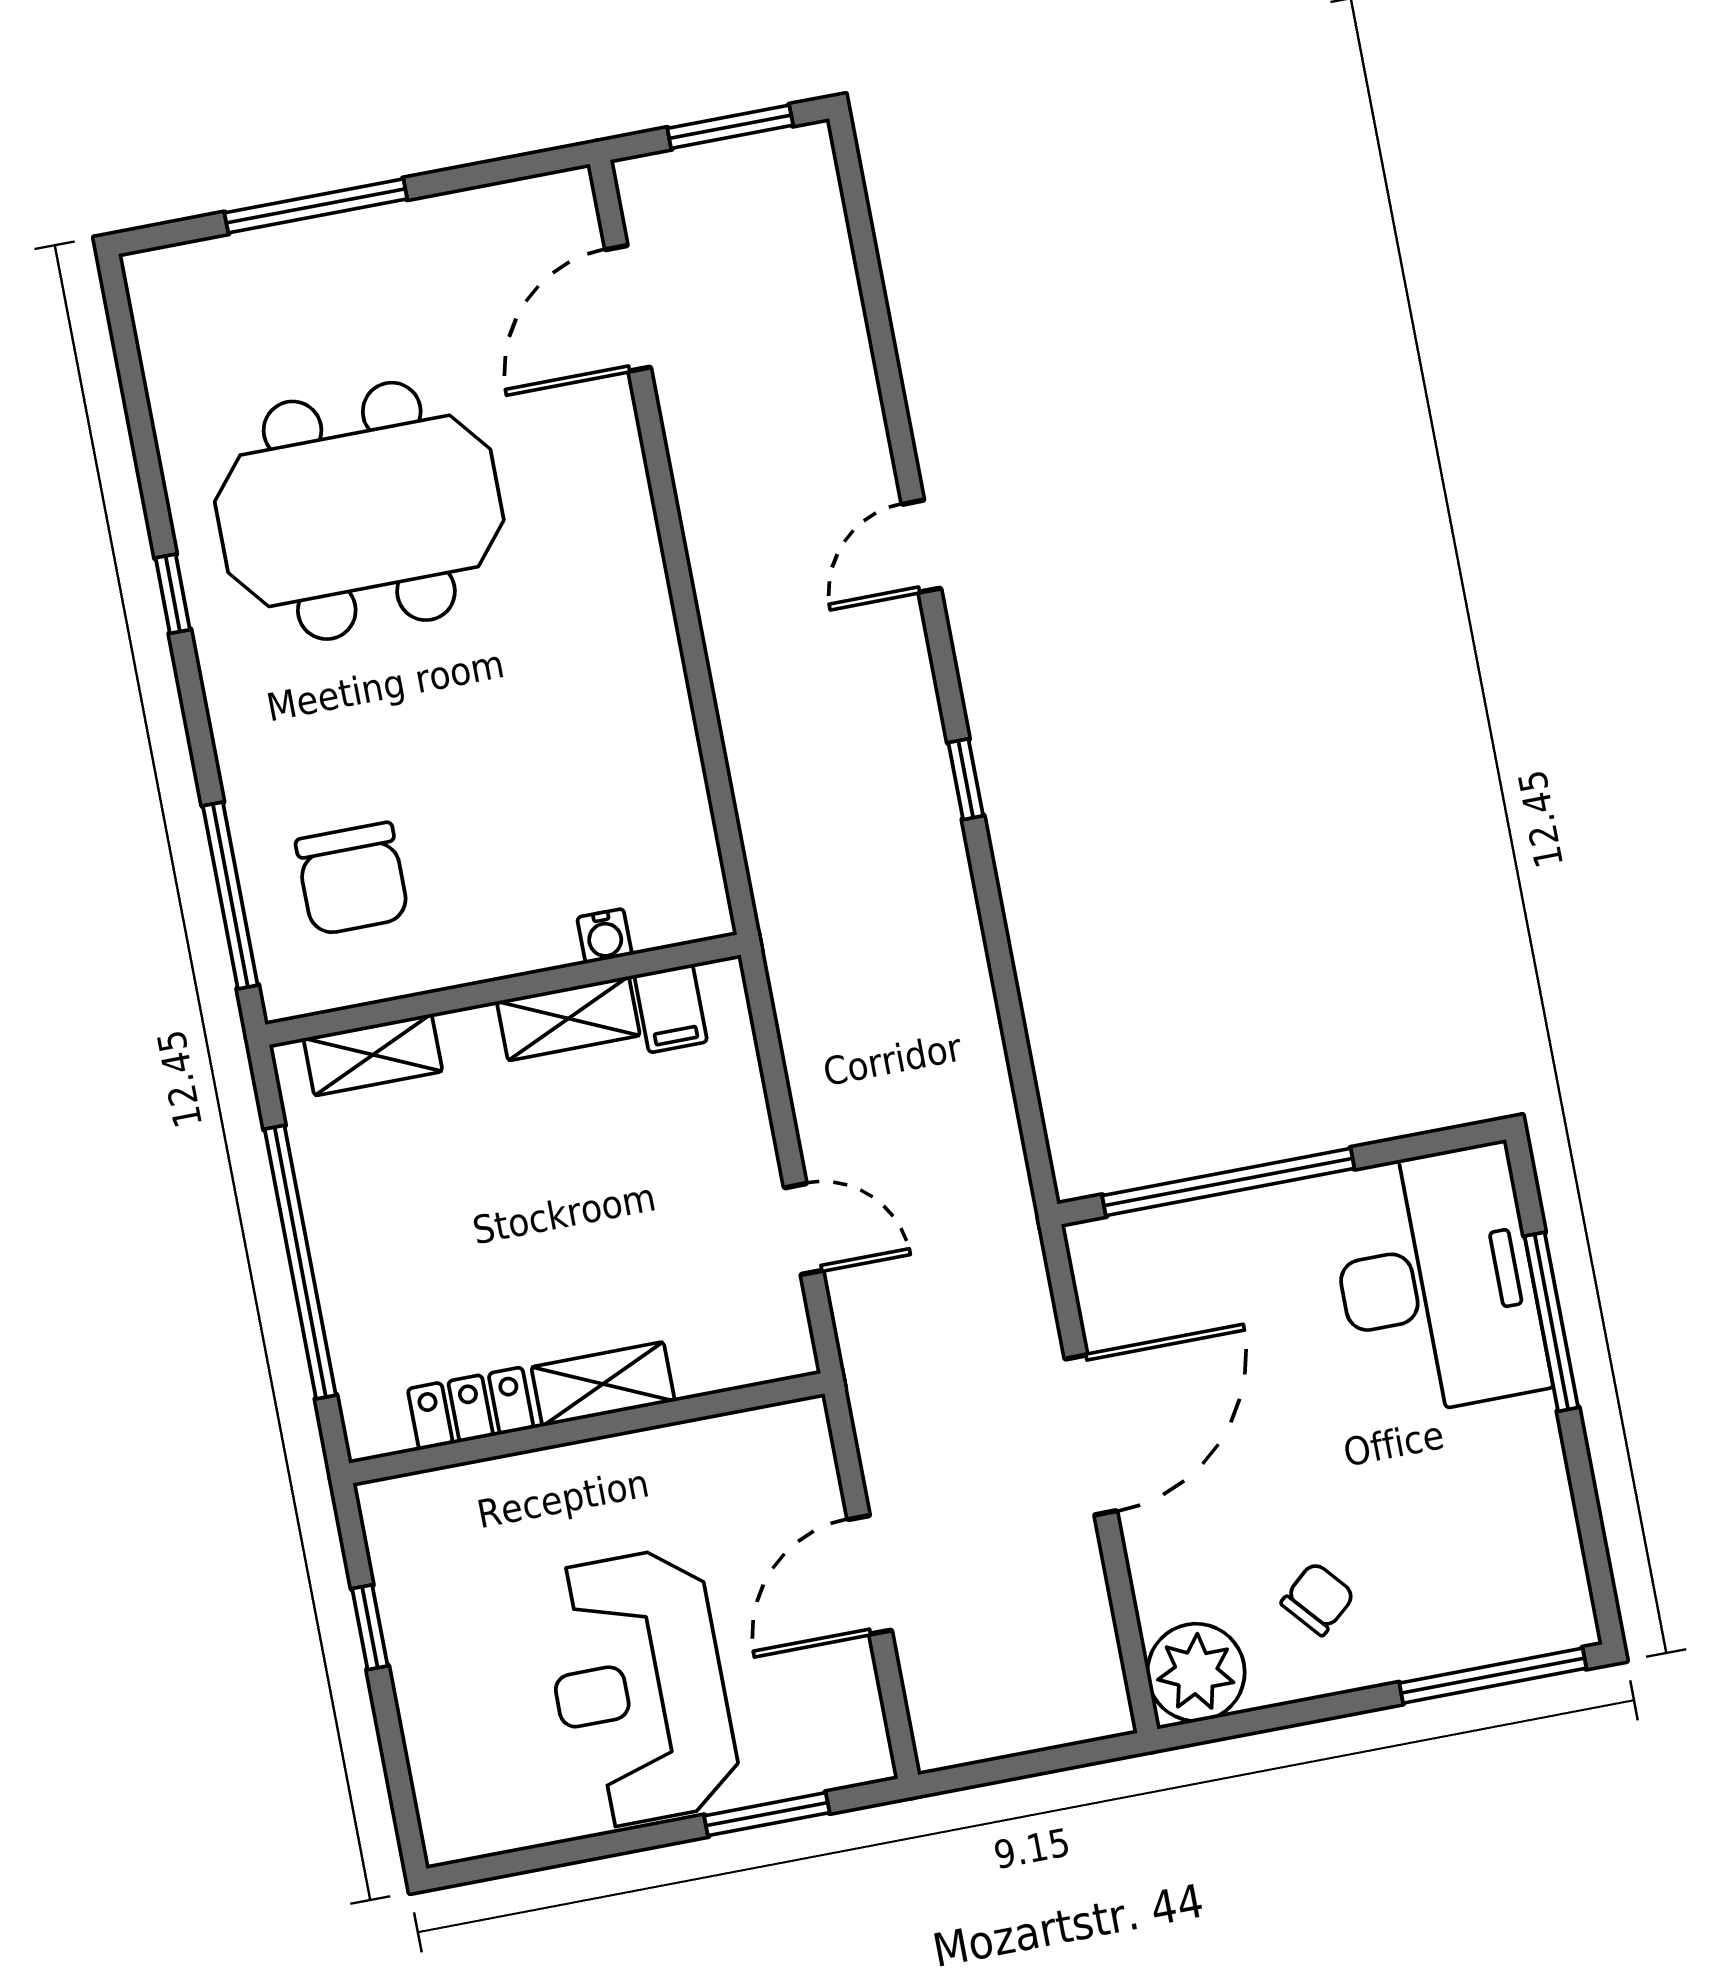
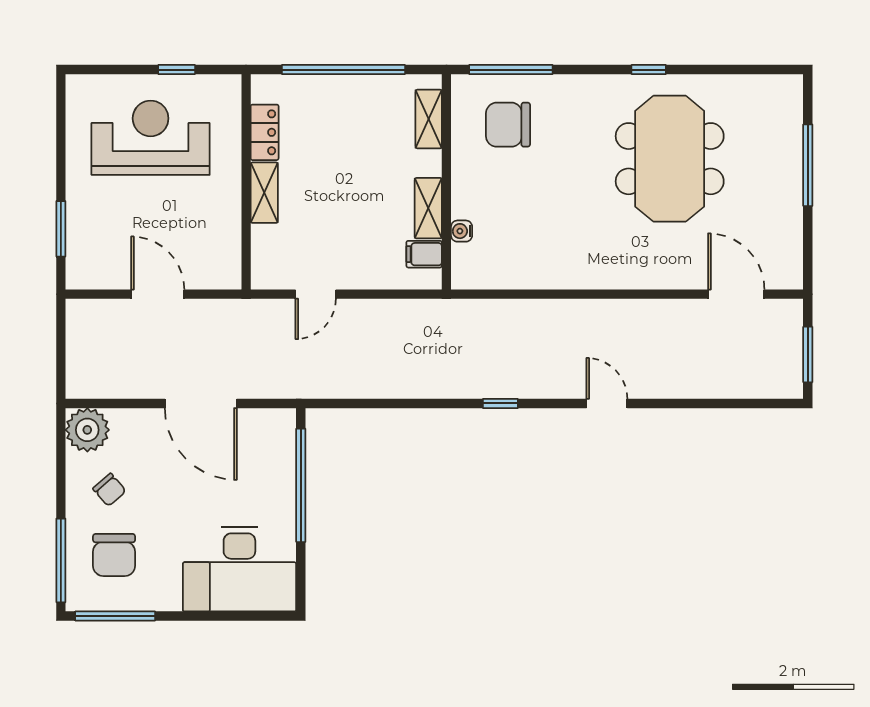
window: (1551, 1322) -> (115, 616), moved
chair: (1459, 1562) -> (114, 555), added
reception desk: (639, 1688) -> (151, 138), moved

